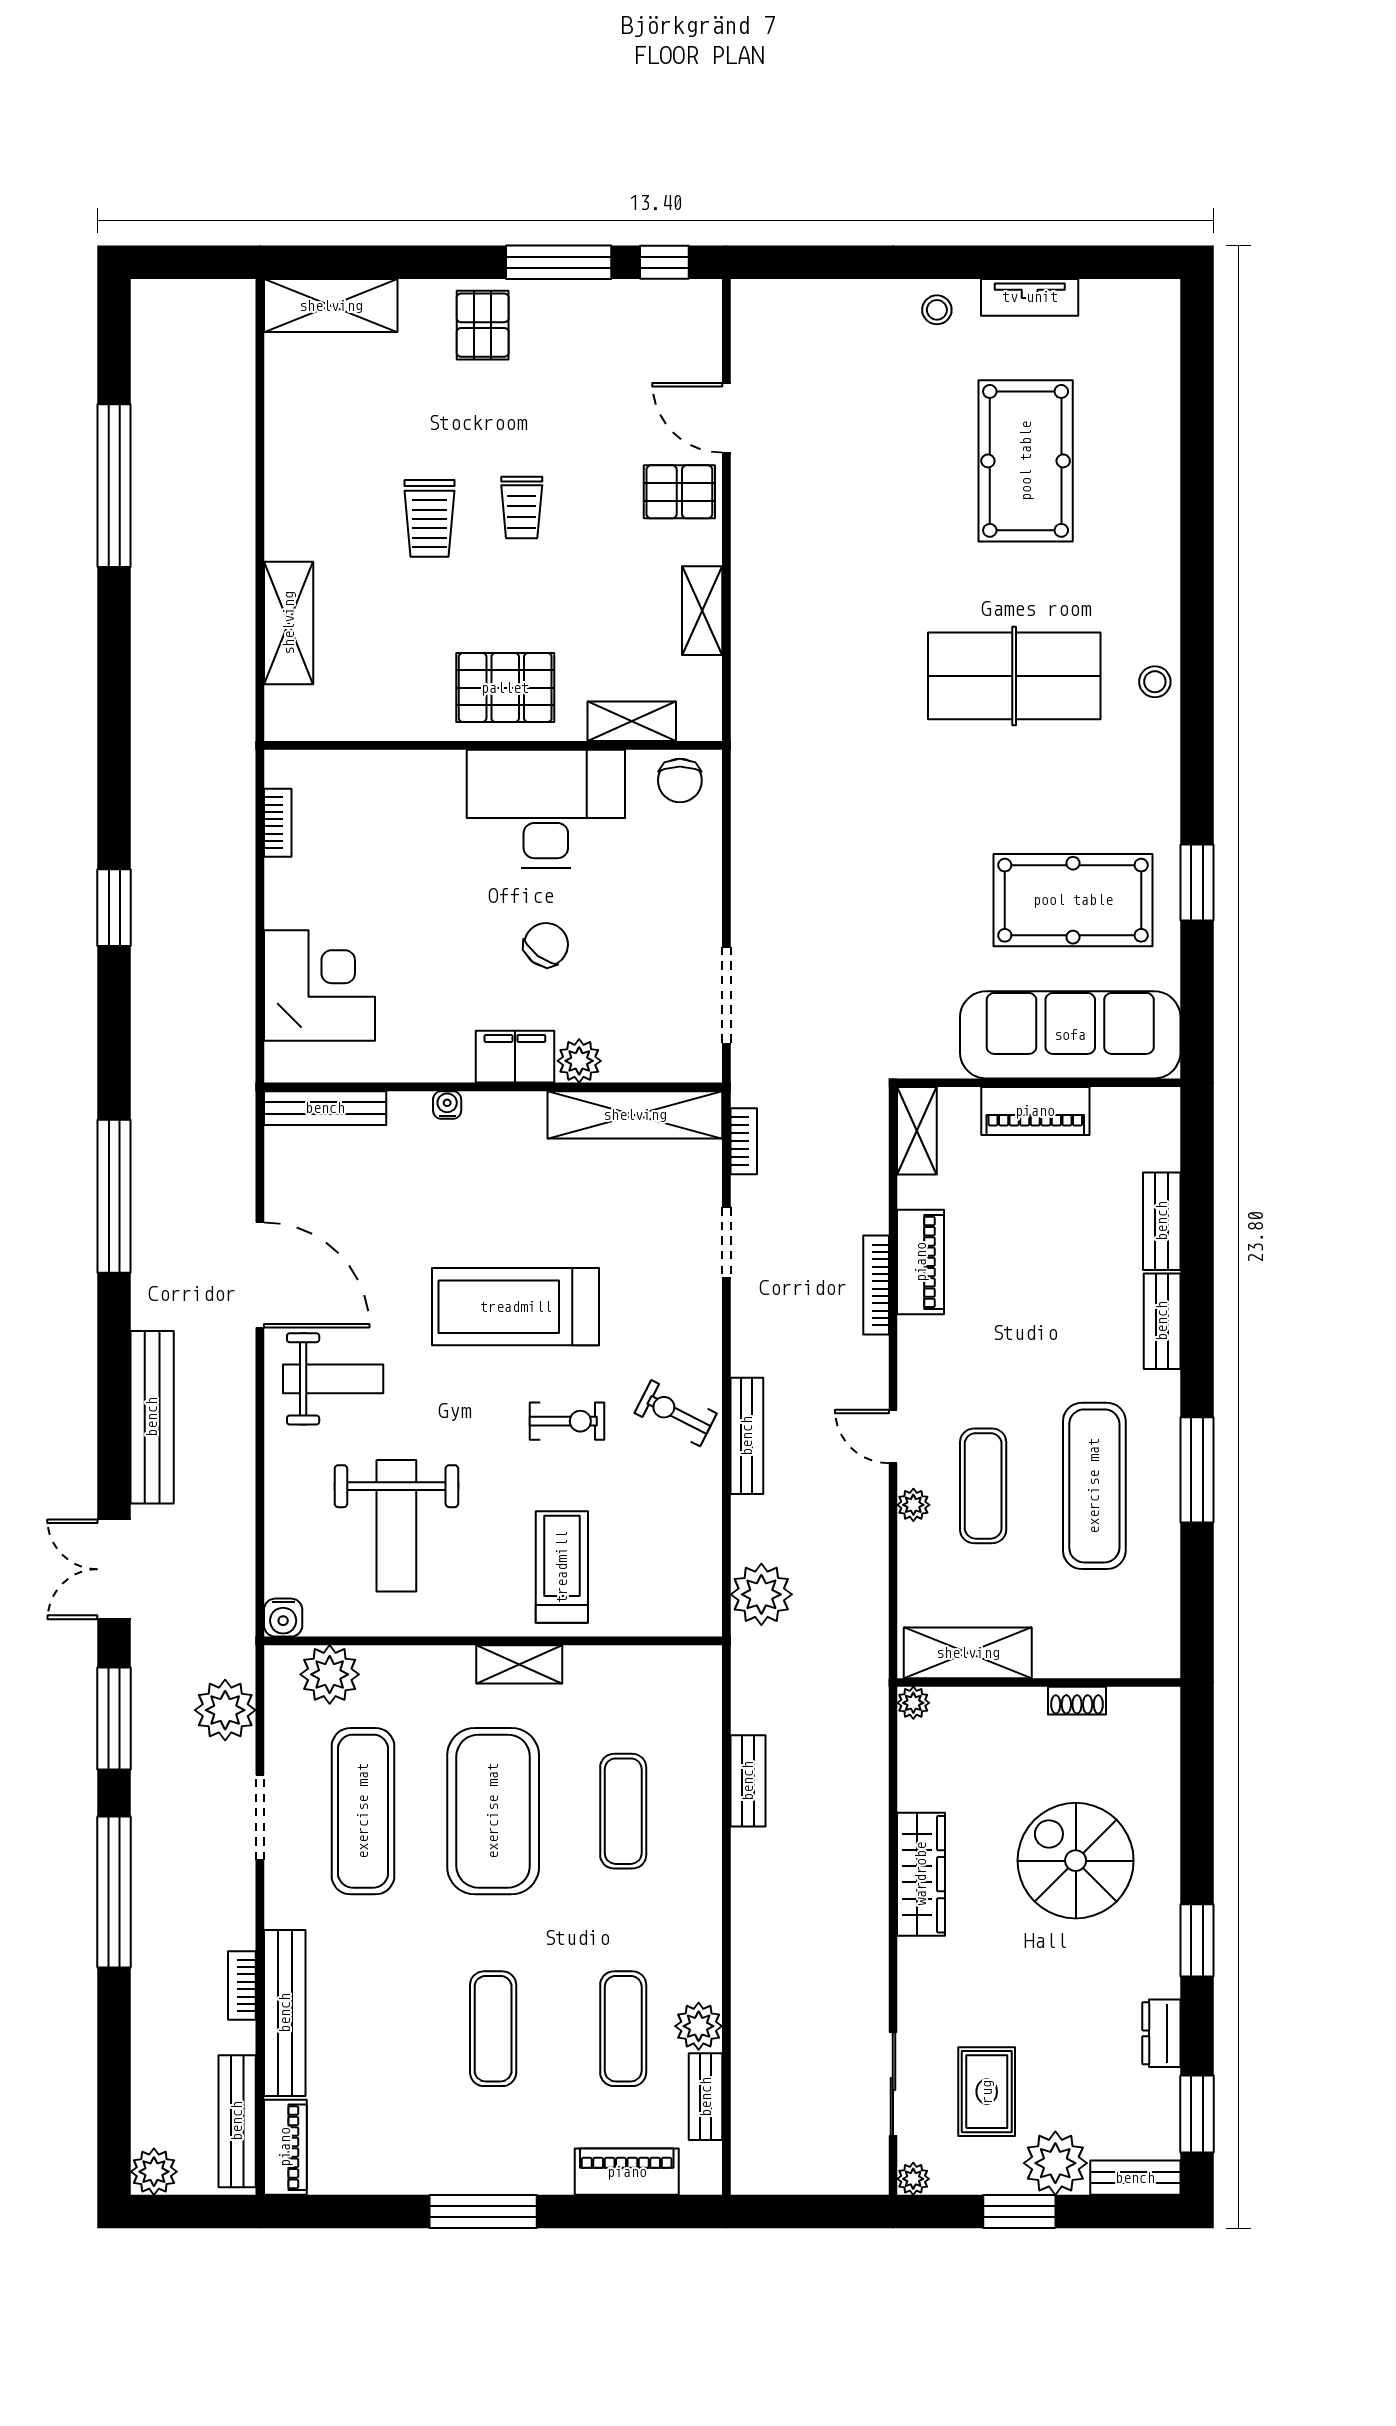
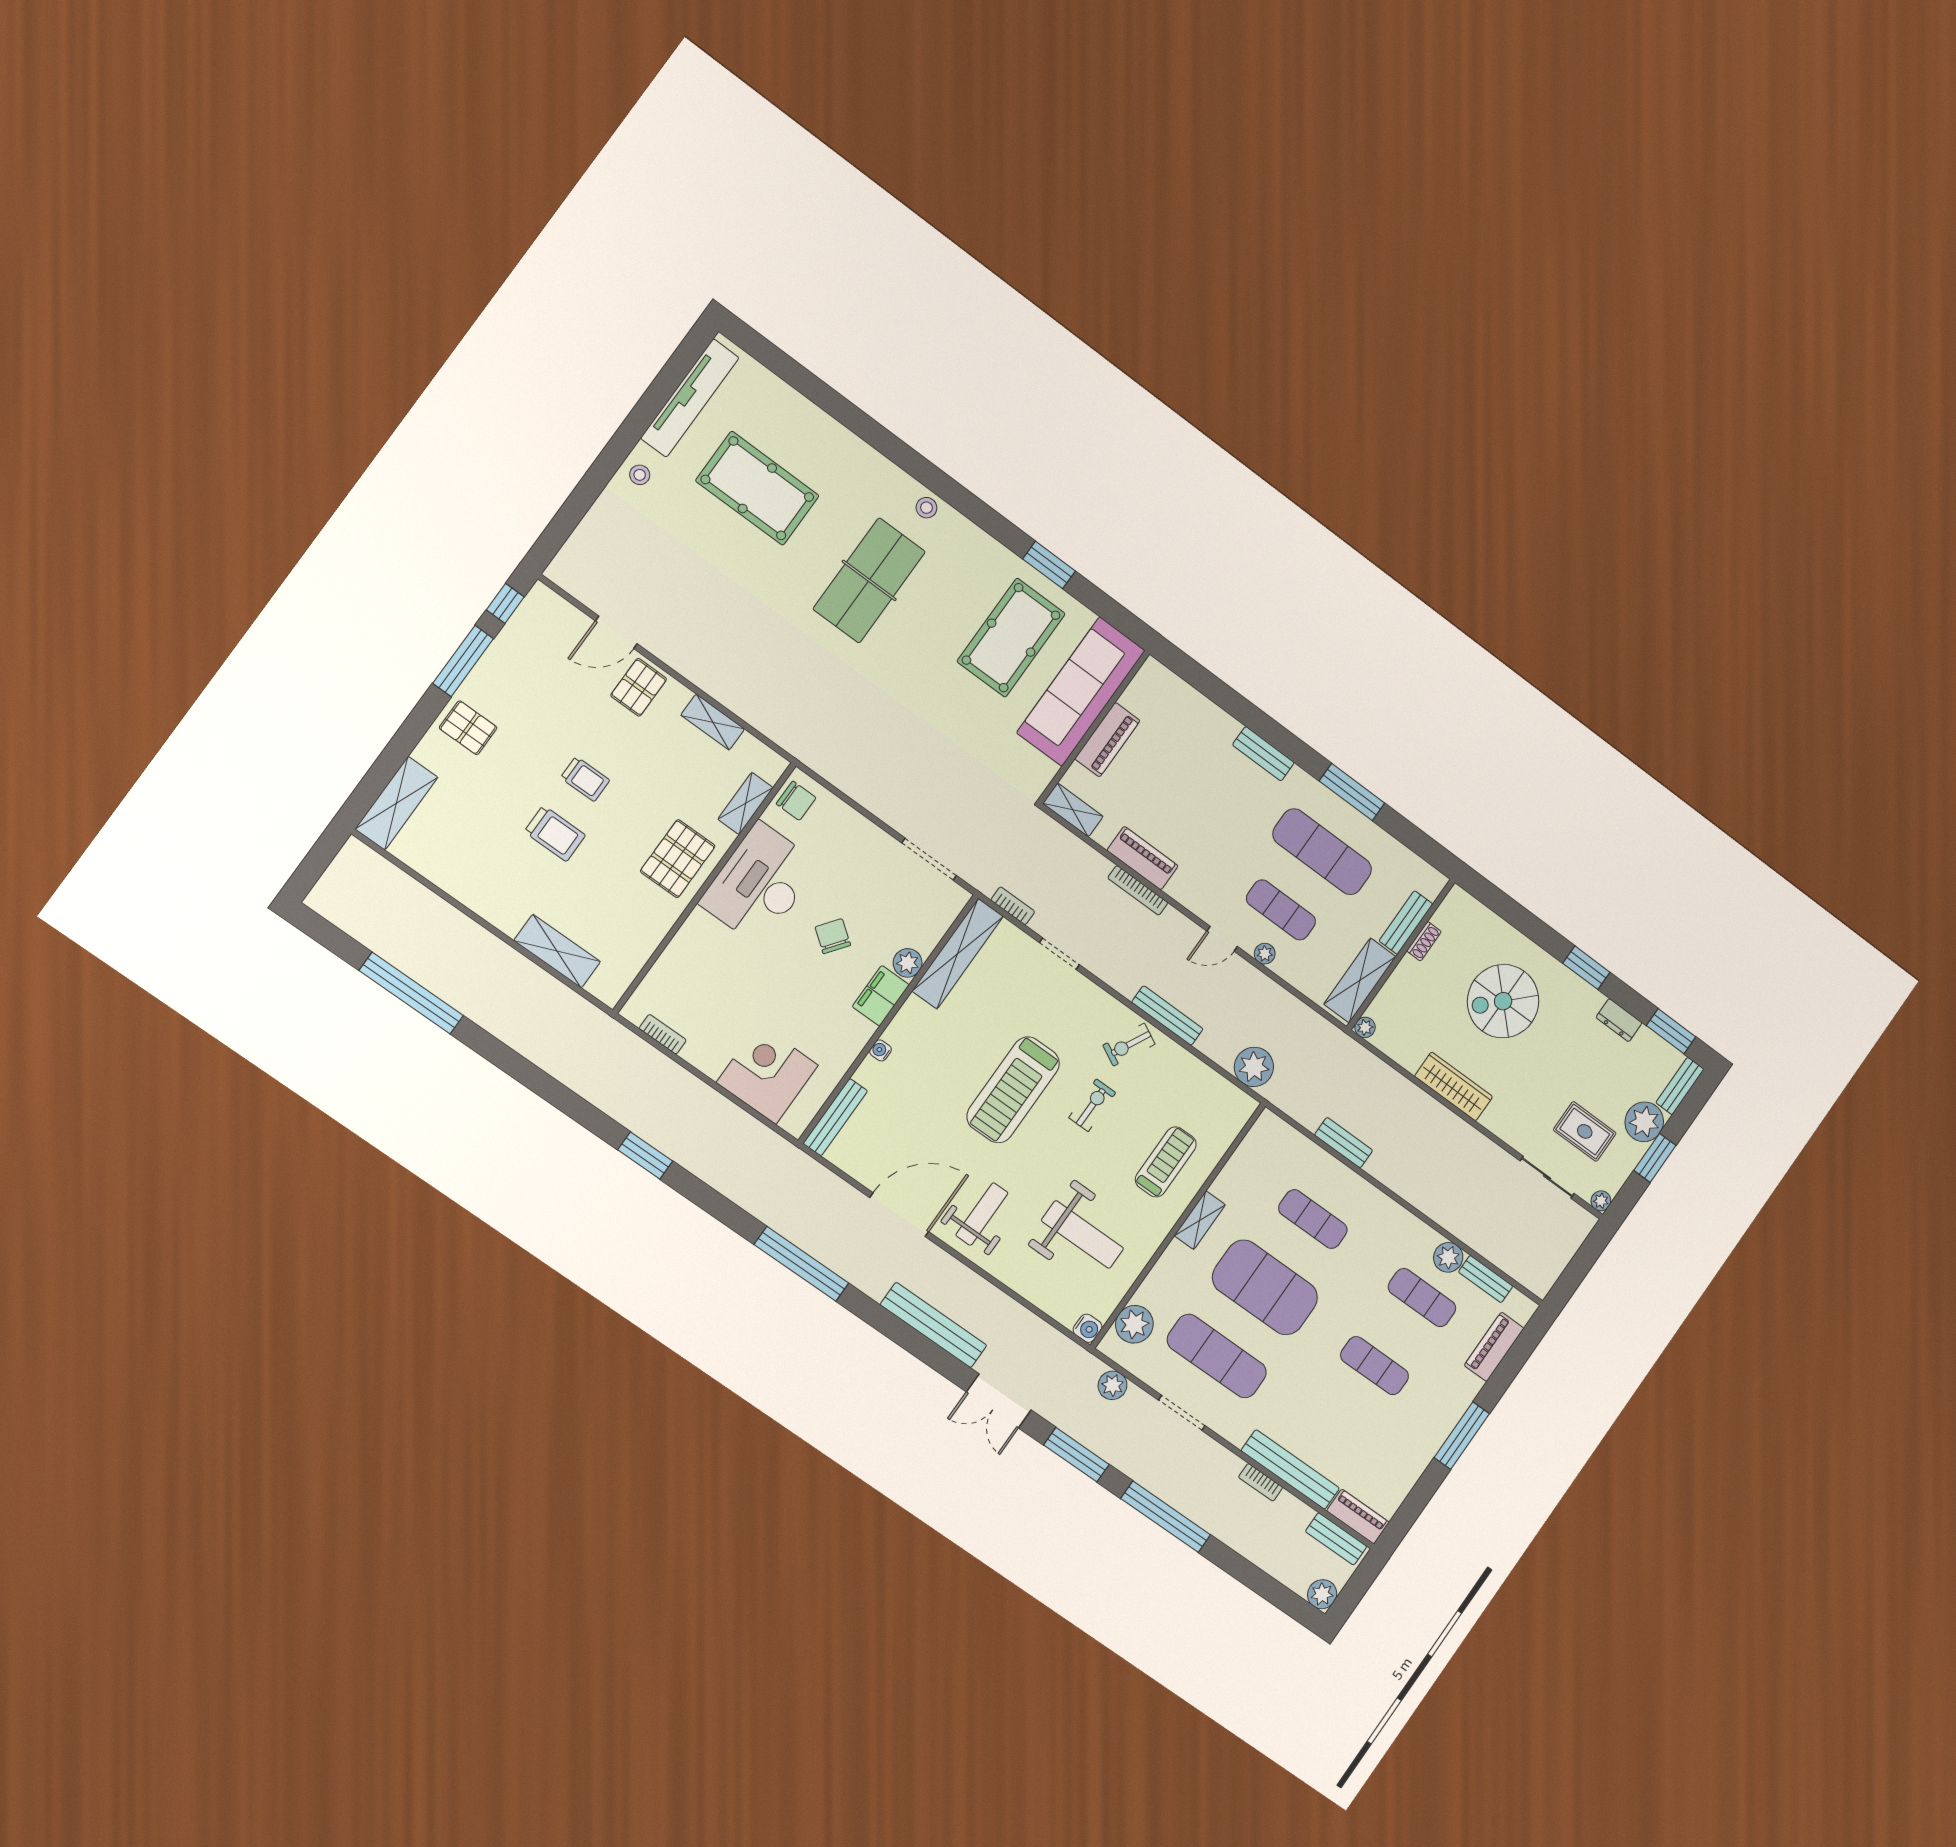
tv unit: (1030, 297) -> (690, 398), width x1.92, depth x1.29
bench: (1162, 1221) -> (1406, 922), moved, turned 90
treadmill: (562, 1567) -> (1166, 1162), turned 90
plant: (225, 1710) -> (1112, 1385), width x0.73, depth x0.73
bench: (237, 2121) -> (1336, 1539), width x0.73

